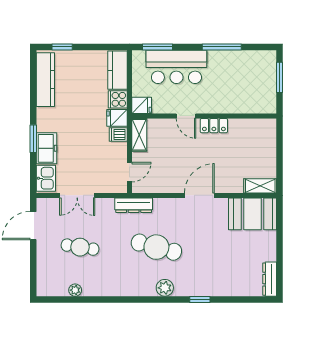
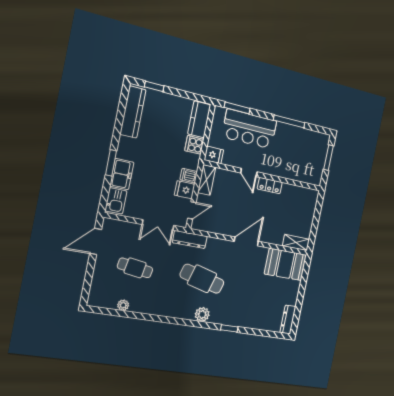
fridge: (117, 118) -> (185, 190), moved
double door: (77, 195) -> (158, 225), moved

